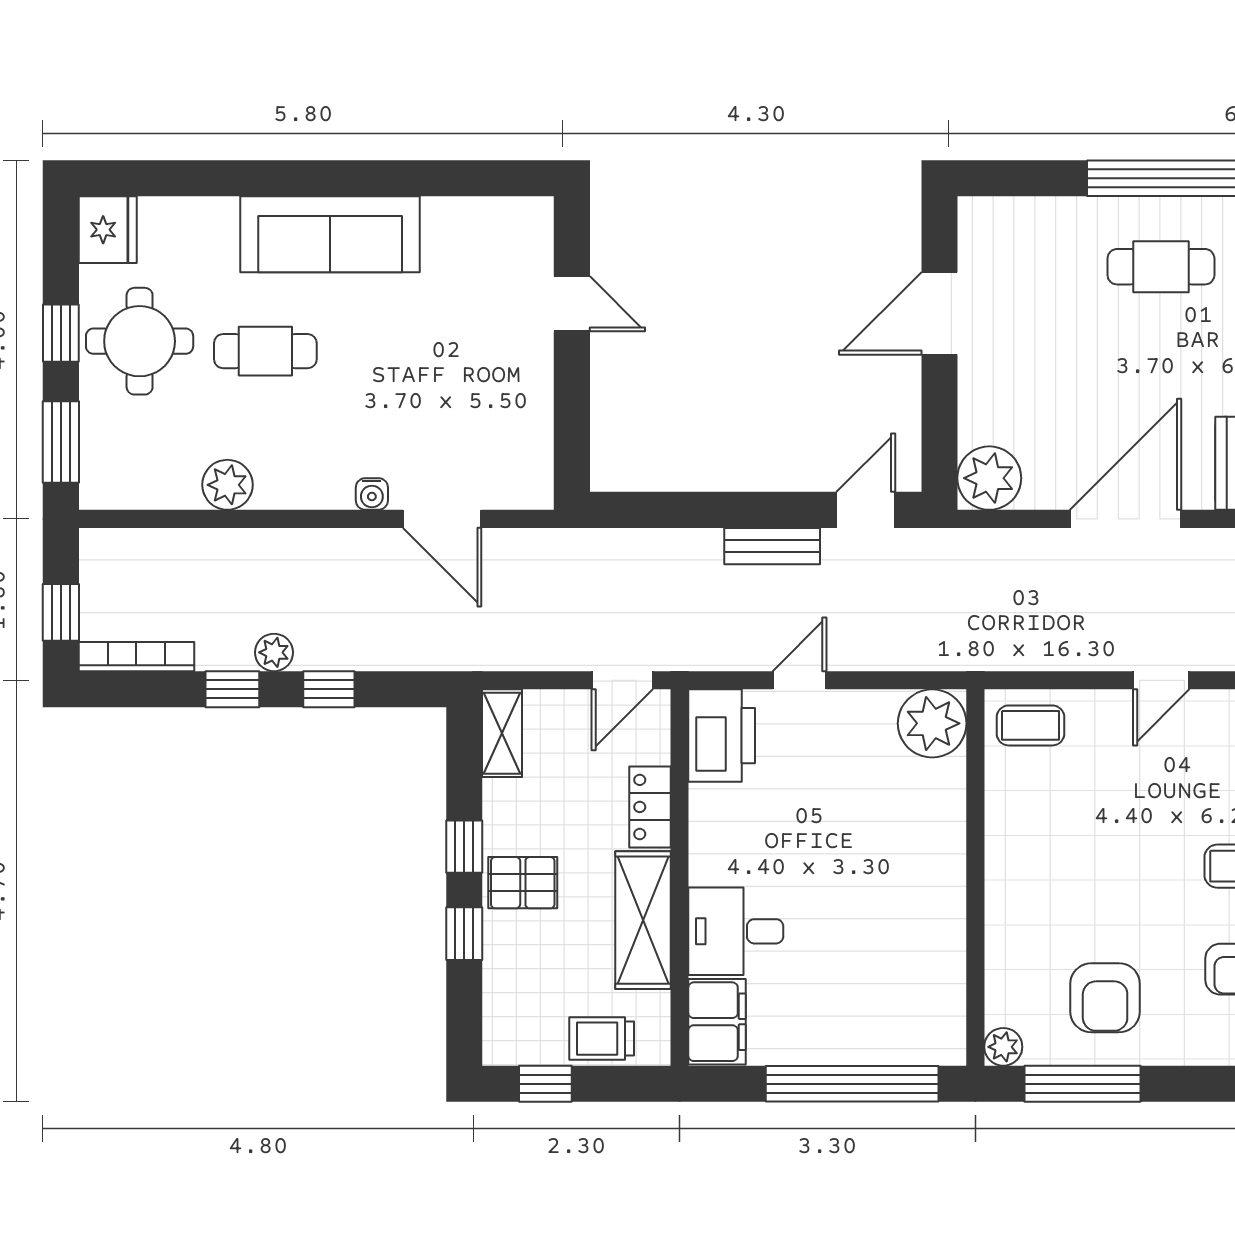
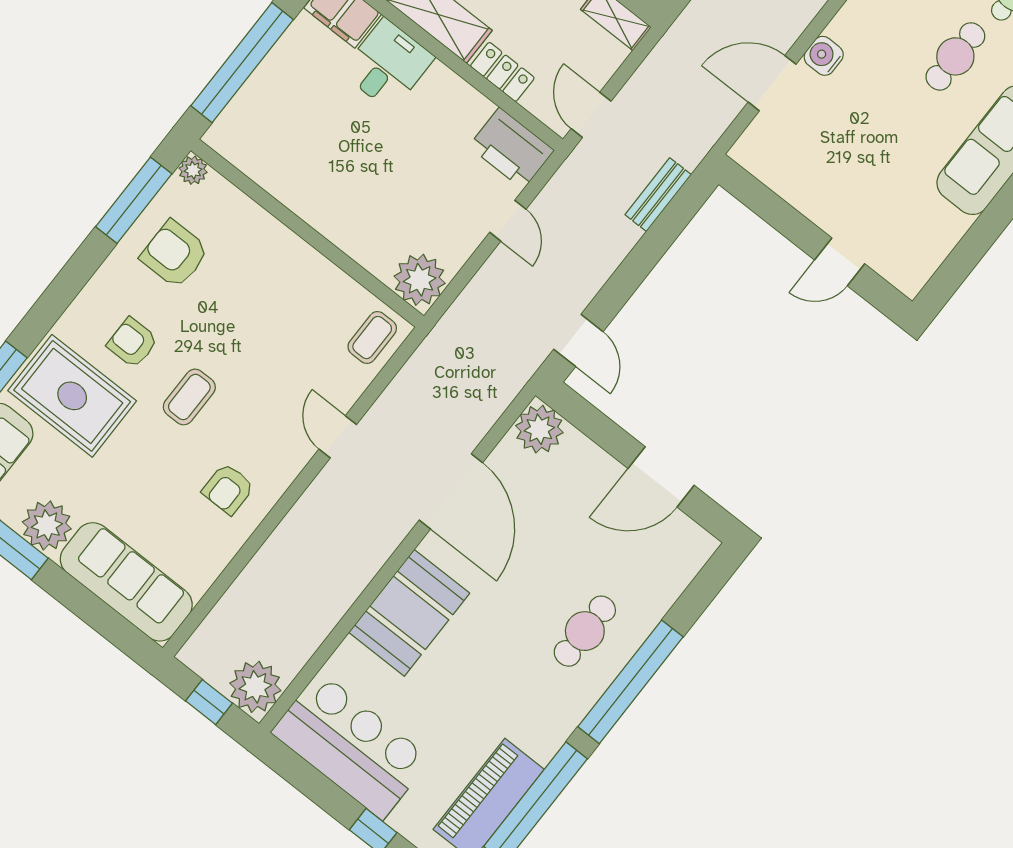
door: (939, 313) -> (661, 477), swing flipped
water cooler: (372, 494) -> (824, 56), width x1.38, depth x1.38
bench: (772, 546) -> (658, 195), moved

